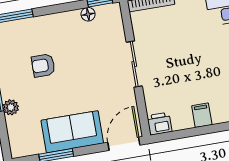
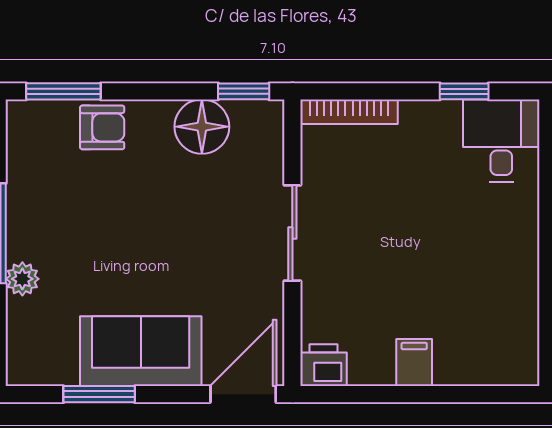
floor lamp: (88, 14) -> (202, 127), width x1.89, depth x1.89
armchair: (43, 65) -> (102, 127), moved, turned 180

